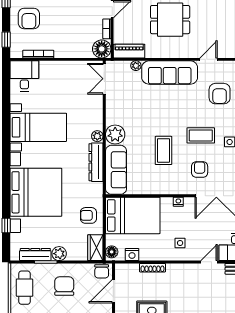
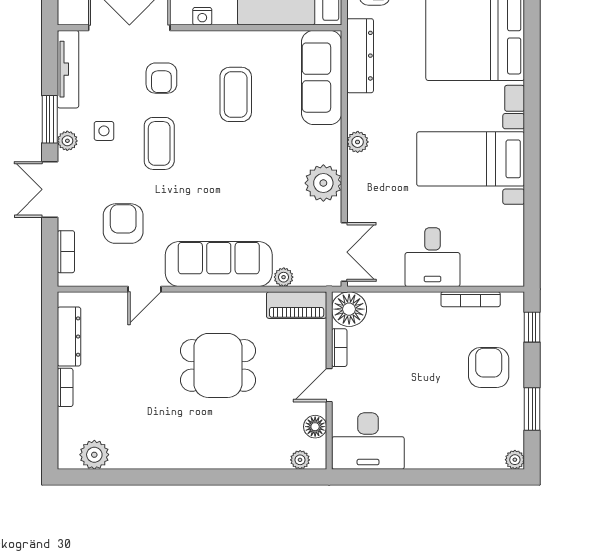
desk: (24, 76) -> (433, 257), moved
plant: (115, 134) -> (323, 183), moved
coffee table: (201, 135) -> (159, 143), turned 90
coffee table: (163, 150) -> (236, 94), moved
dresser: (96, 162) -> (360, 56), moved

